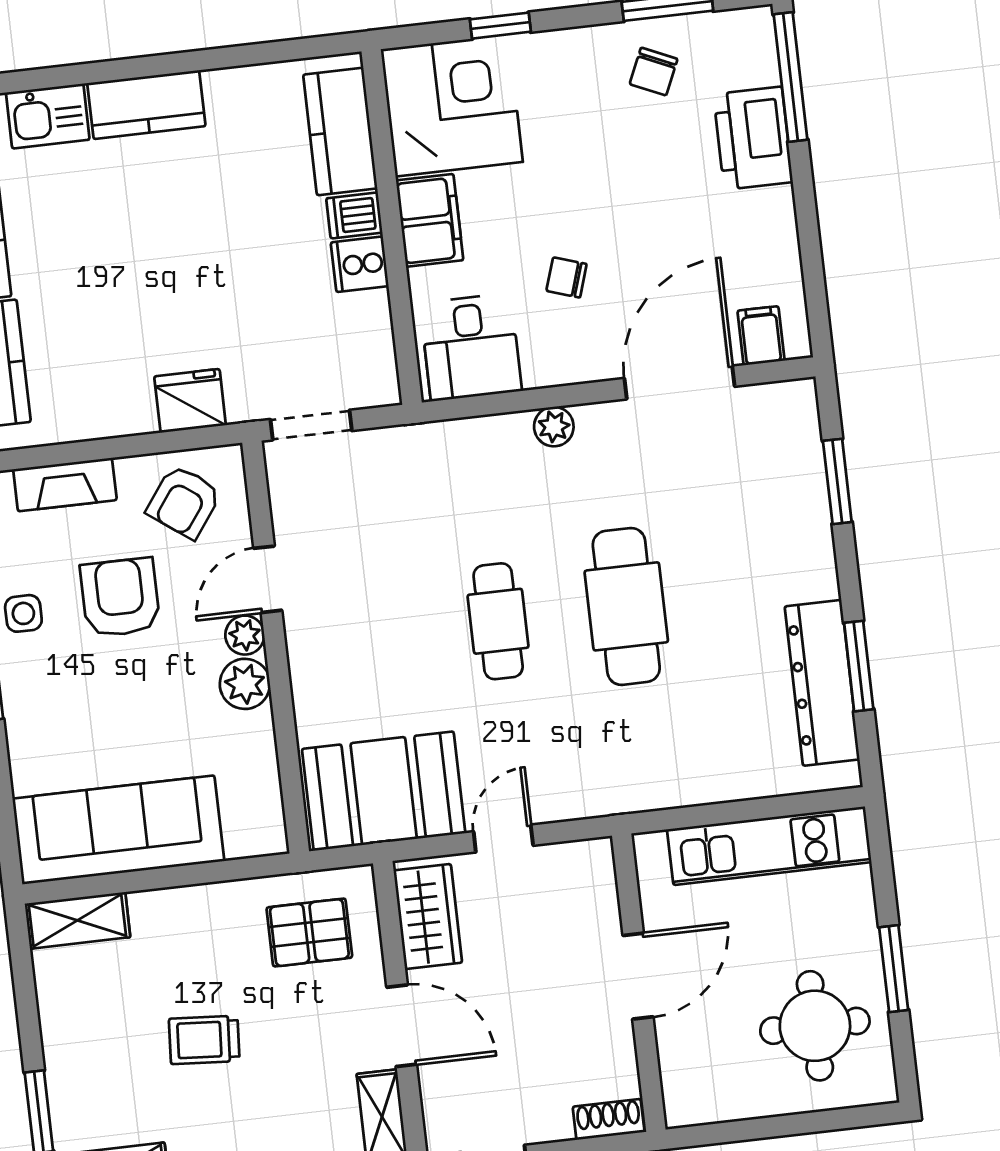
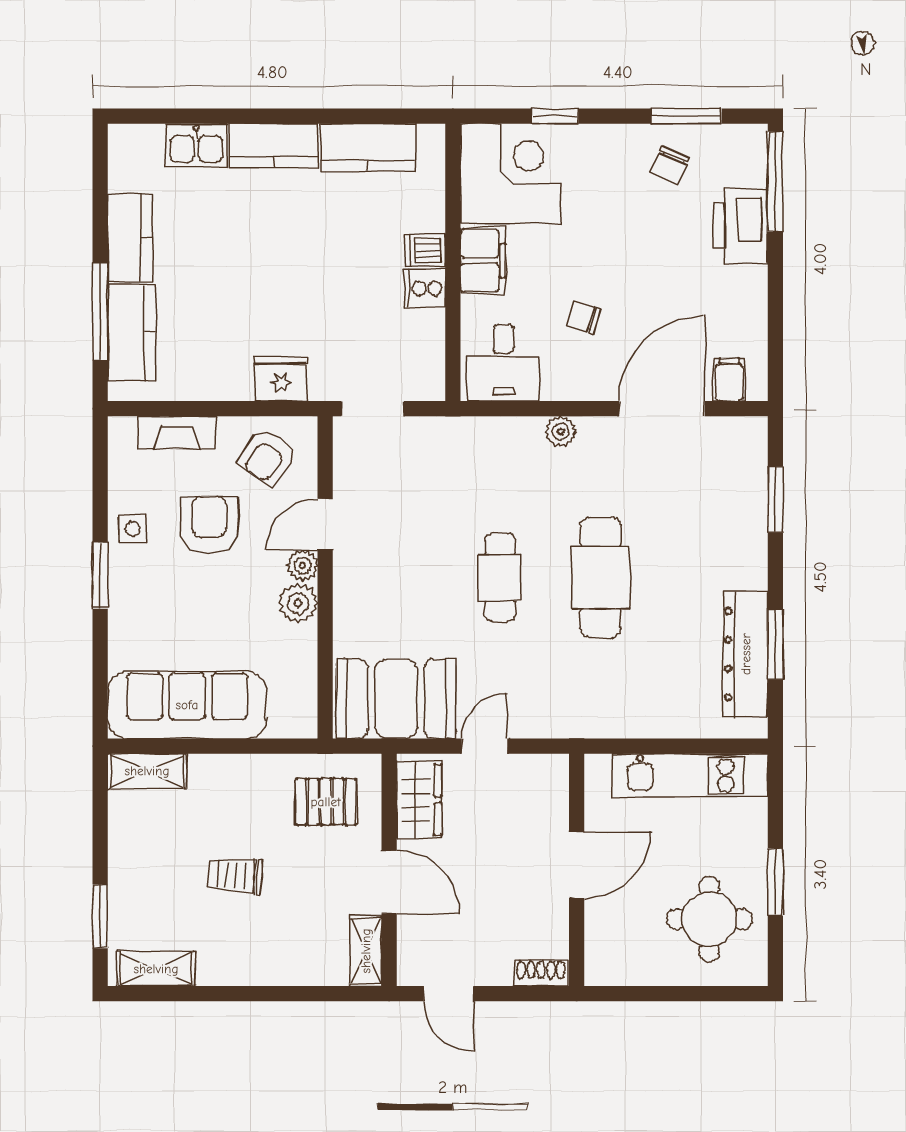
kitchen counter: (340, 132) -> (368, 147), moved, turned -90

